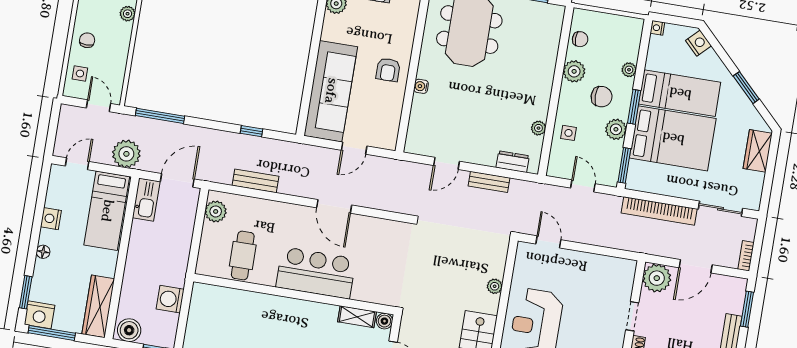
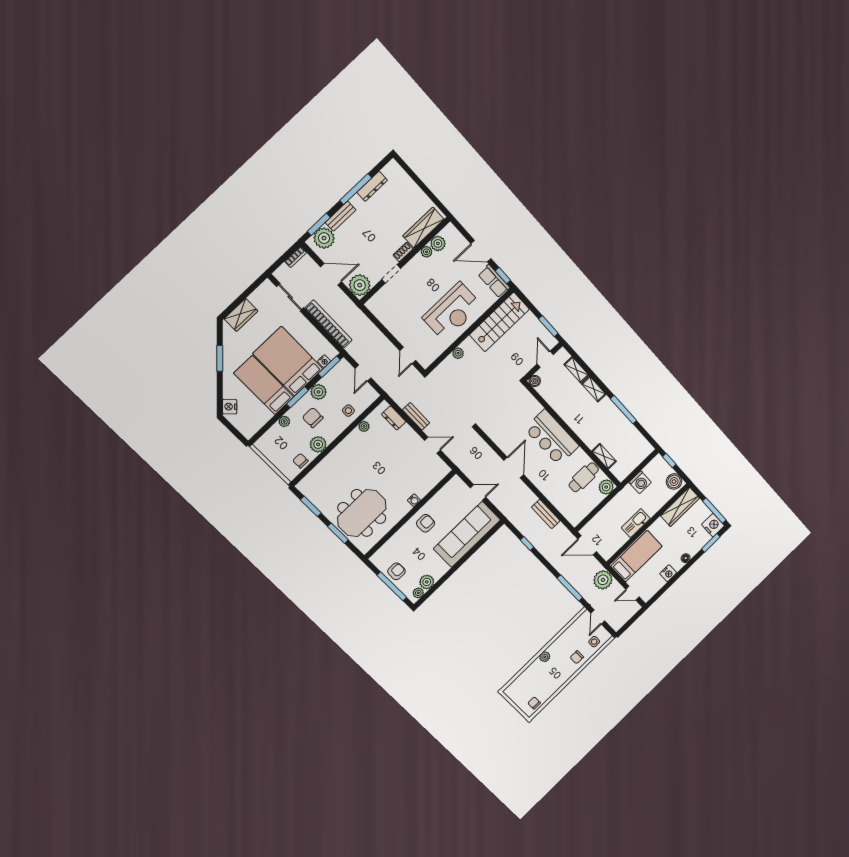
nightstand: (657, 28) -> (324, 361), moved
kitchen sink: (146, 200) -> (636, 523), moved
plant: (216, 211) -> (606, 487), moved
plant: (731, 299) -> (324, 238), added
shelving: (357, 317) -> (604, 456), moved

